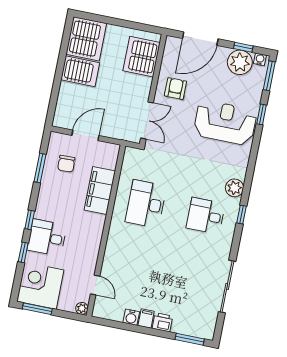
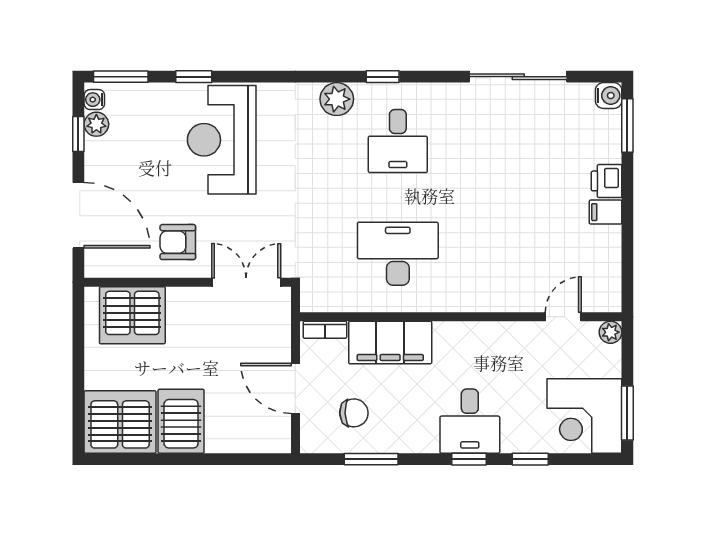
plant: (240, 62) -> (96, 124), width x0.53, depth x0.53
bookcase: (113, 157) -> (325, 330), added
desk: (146, 204) -> (398, 254), turned 180
desk: (47, 238) -> (470, 421), moved
water cooler: (131, 317) -> (609, 96), moved

